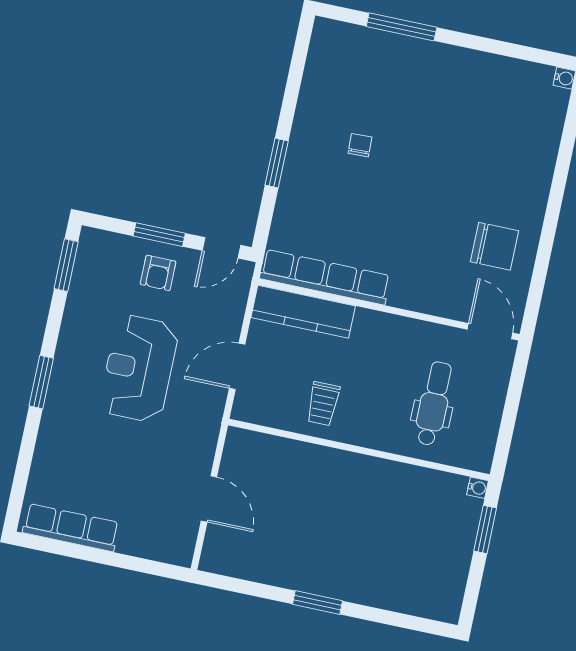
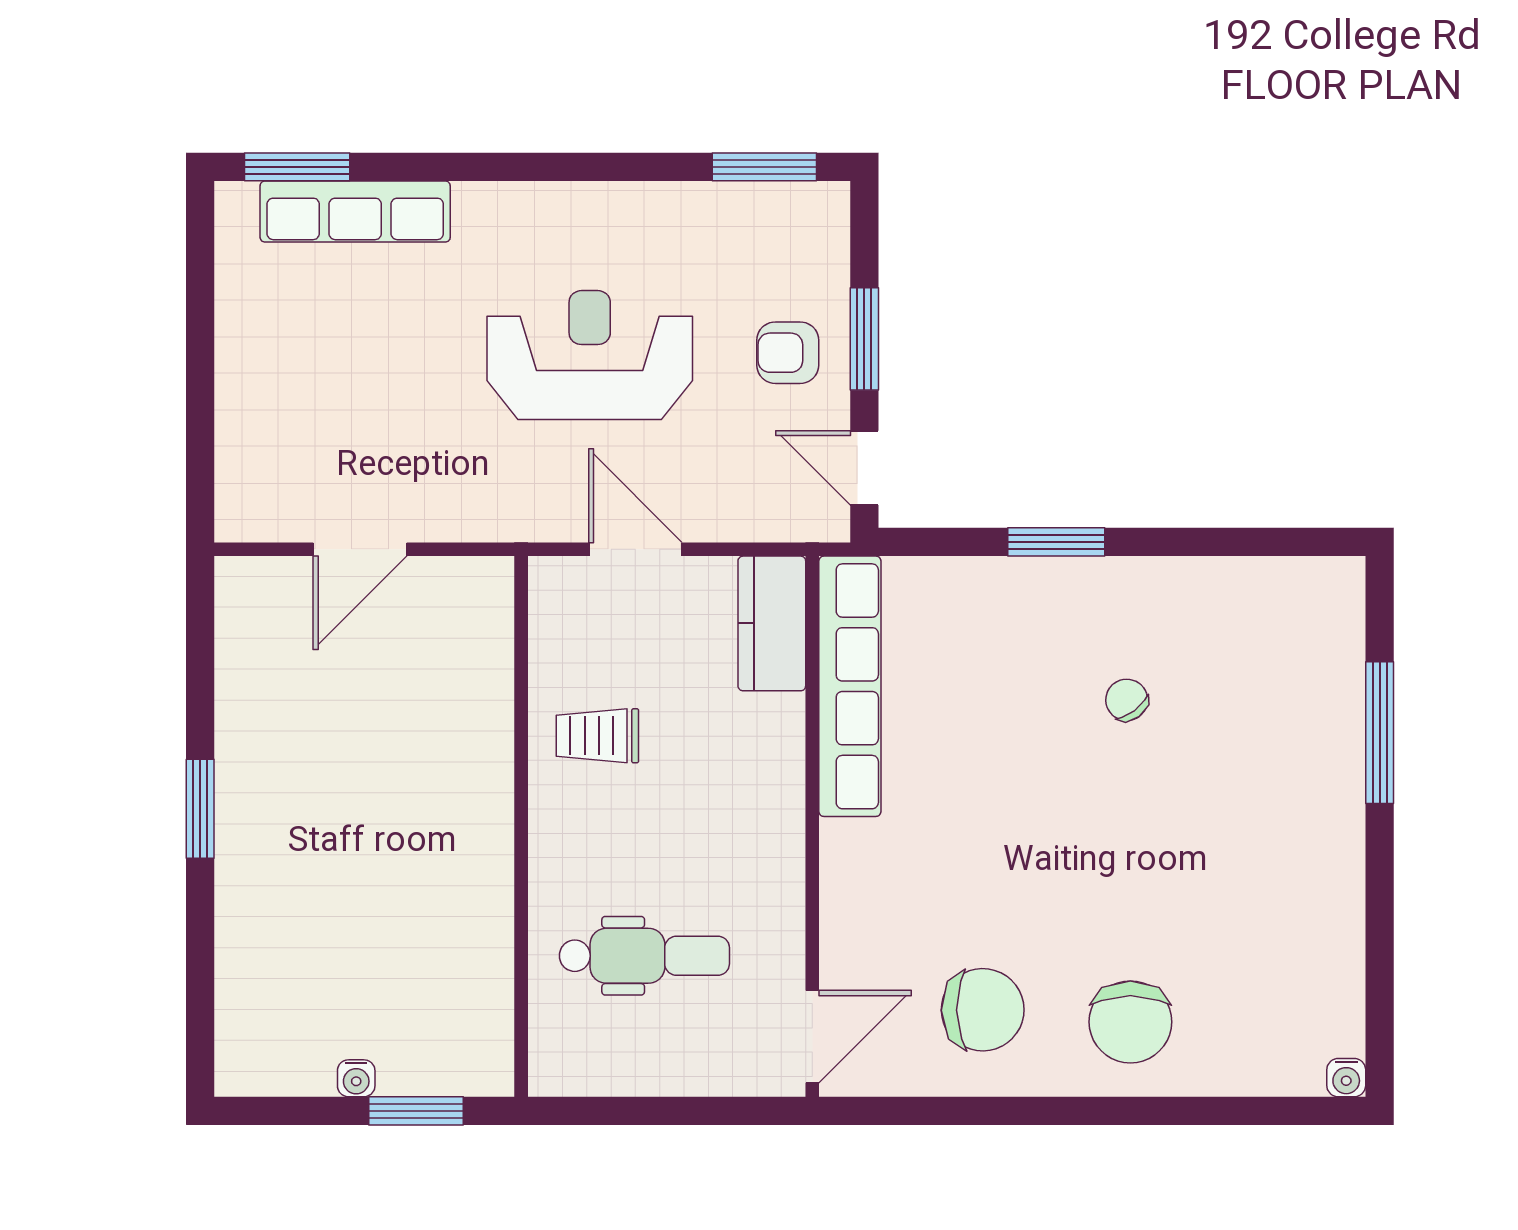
chair: (360, 145) -> (1127, 700), turned -125
chair: (515, 176) -> (1130, 1022), added
chair: (494, 246) -> (983, 1010), turned -91
kitchen counter: (303, 312) -> (772, 623), width x0.67
window: (41, 382) -> (297, 167), moved
water cooler: (478, 488) -> (356, 1078), moved
row of seats: (71, 528) -> (355, 212), moved, turned 90

